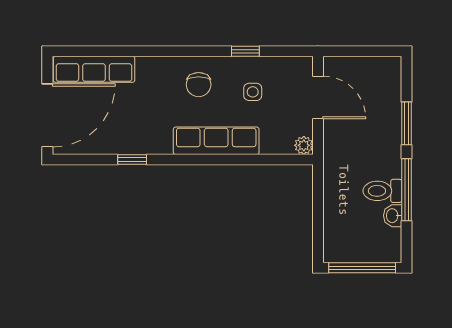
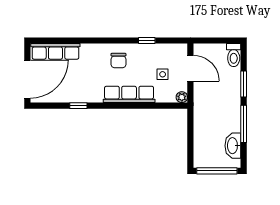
side table: (253, 92) -> (163, 74), moved
toilet: (382, 191) -> (234, 55), moved, turned -90
washbasin: (393, 216) -> (233, 146), width x1.91, depth x1.45

